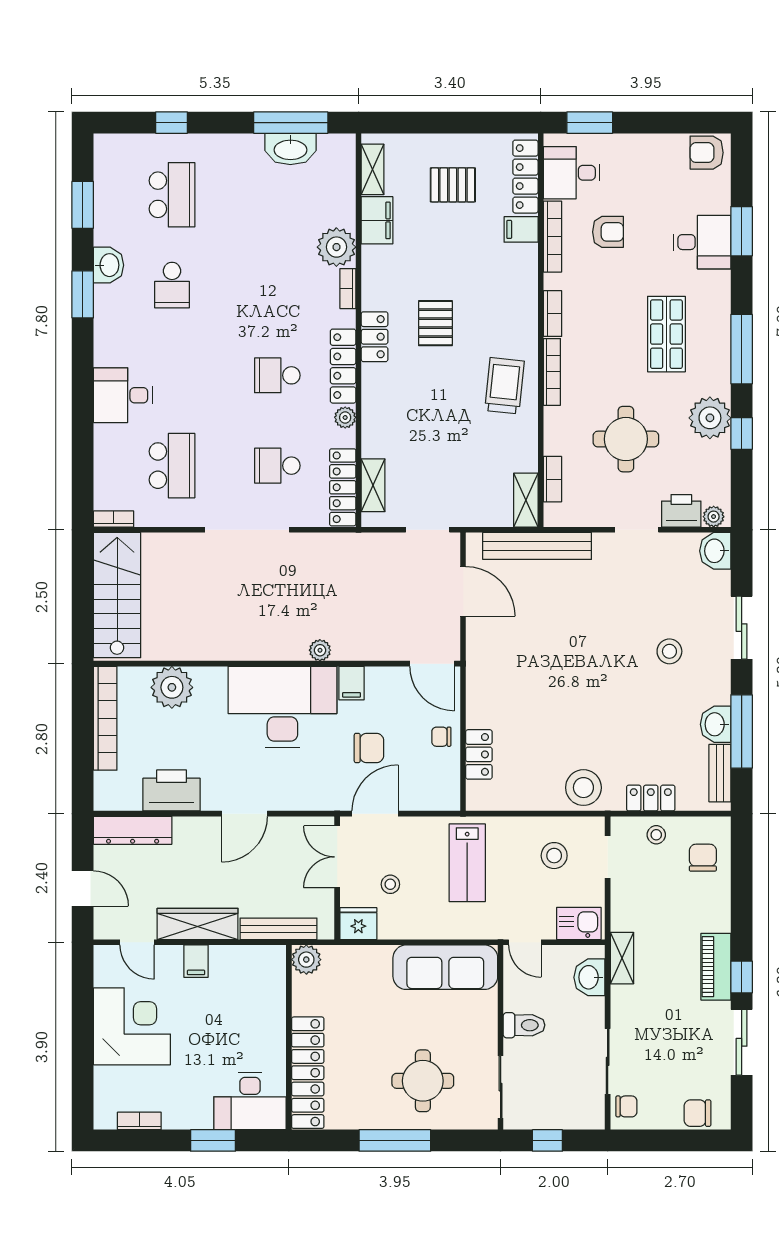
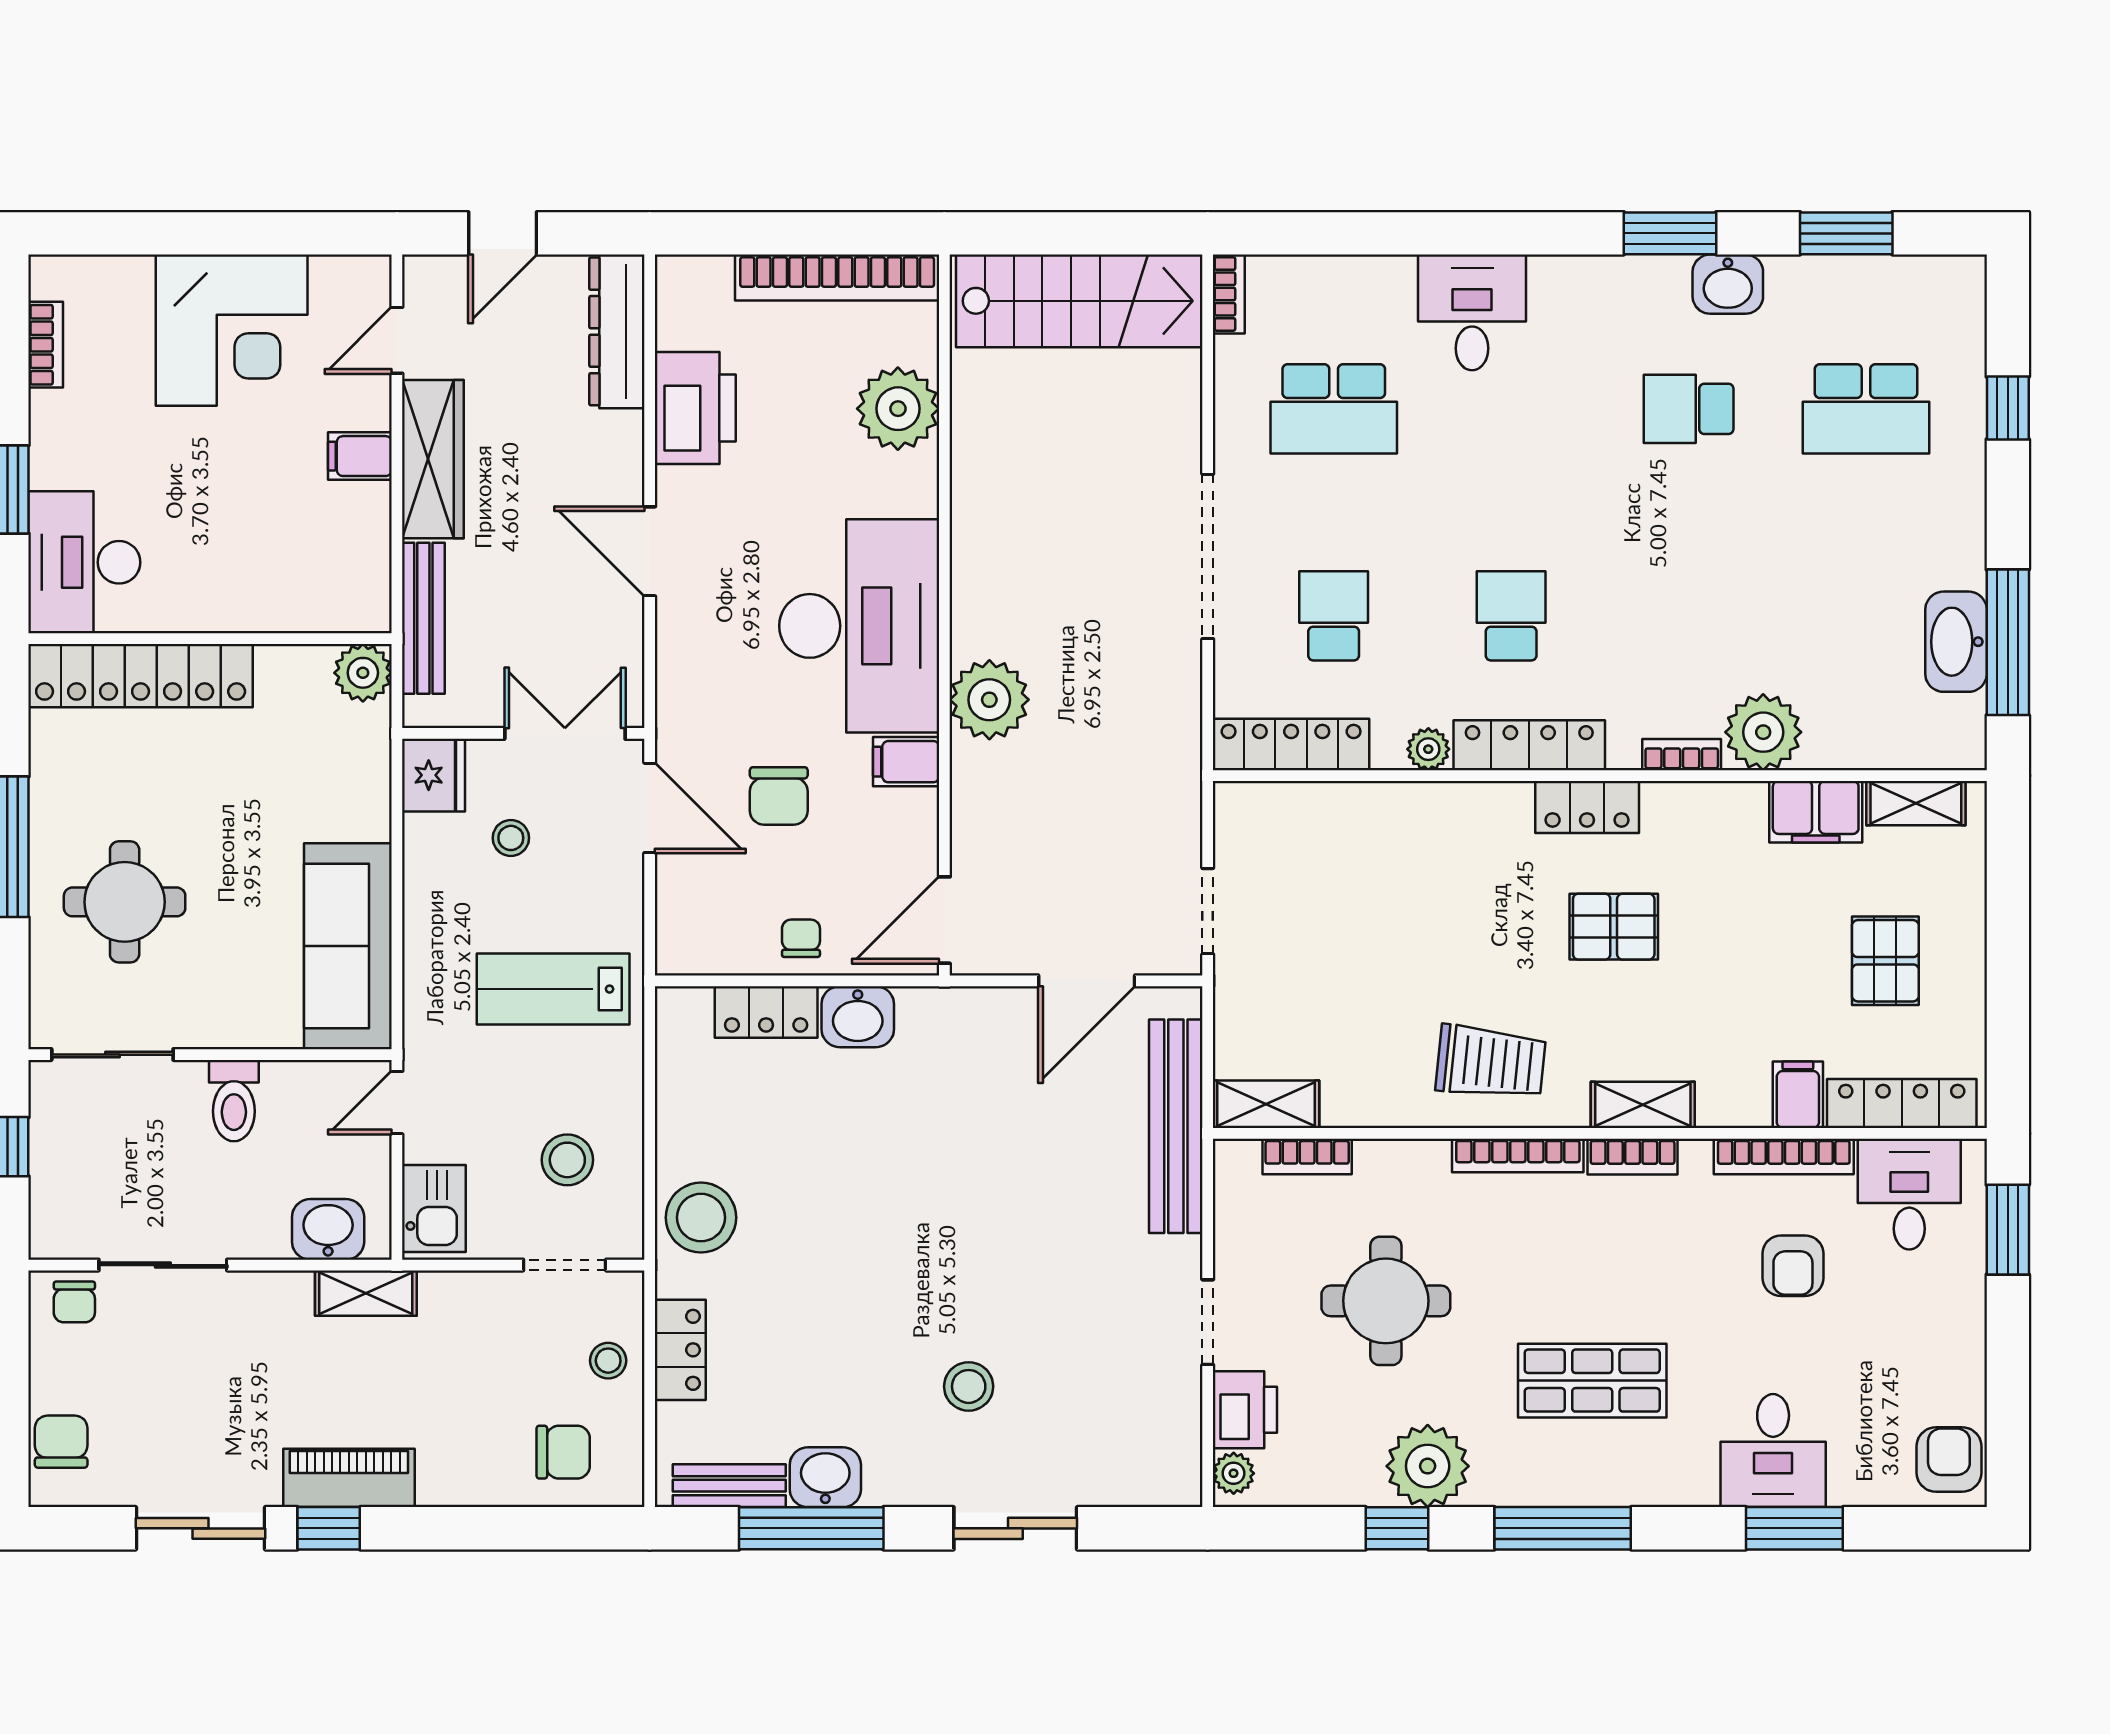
shelving: (373, 485) -> (1643, 1105), moved
washbasin: (715, 551) -> (858, 1017), moved, turned 180
plant: (320, 650) -> (989, 700), width x1.88, depth x1.88

